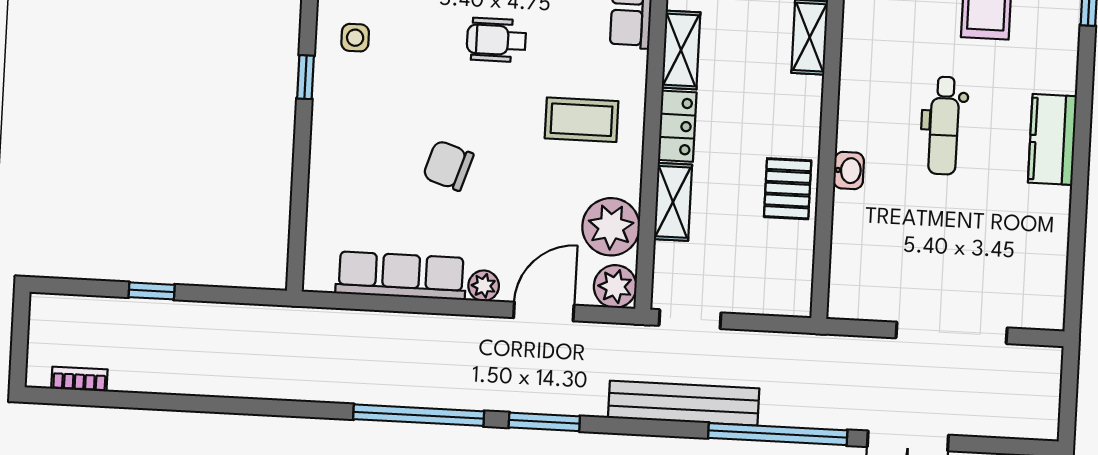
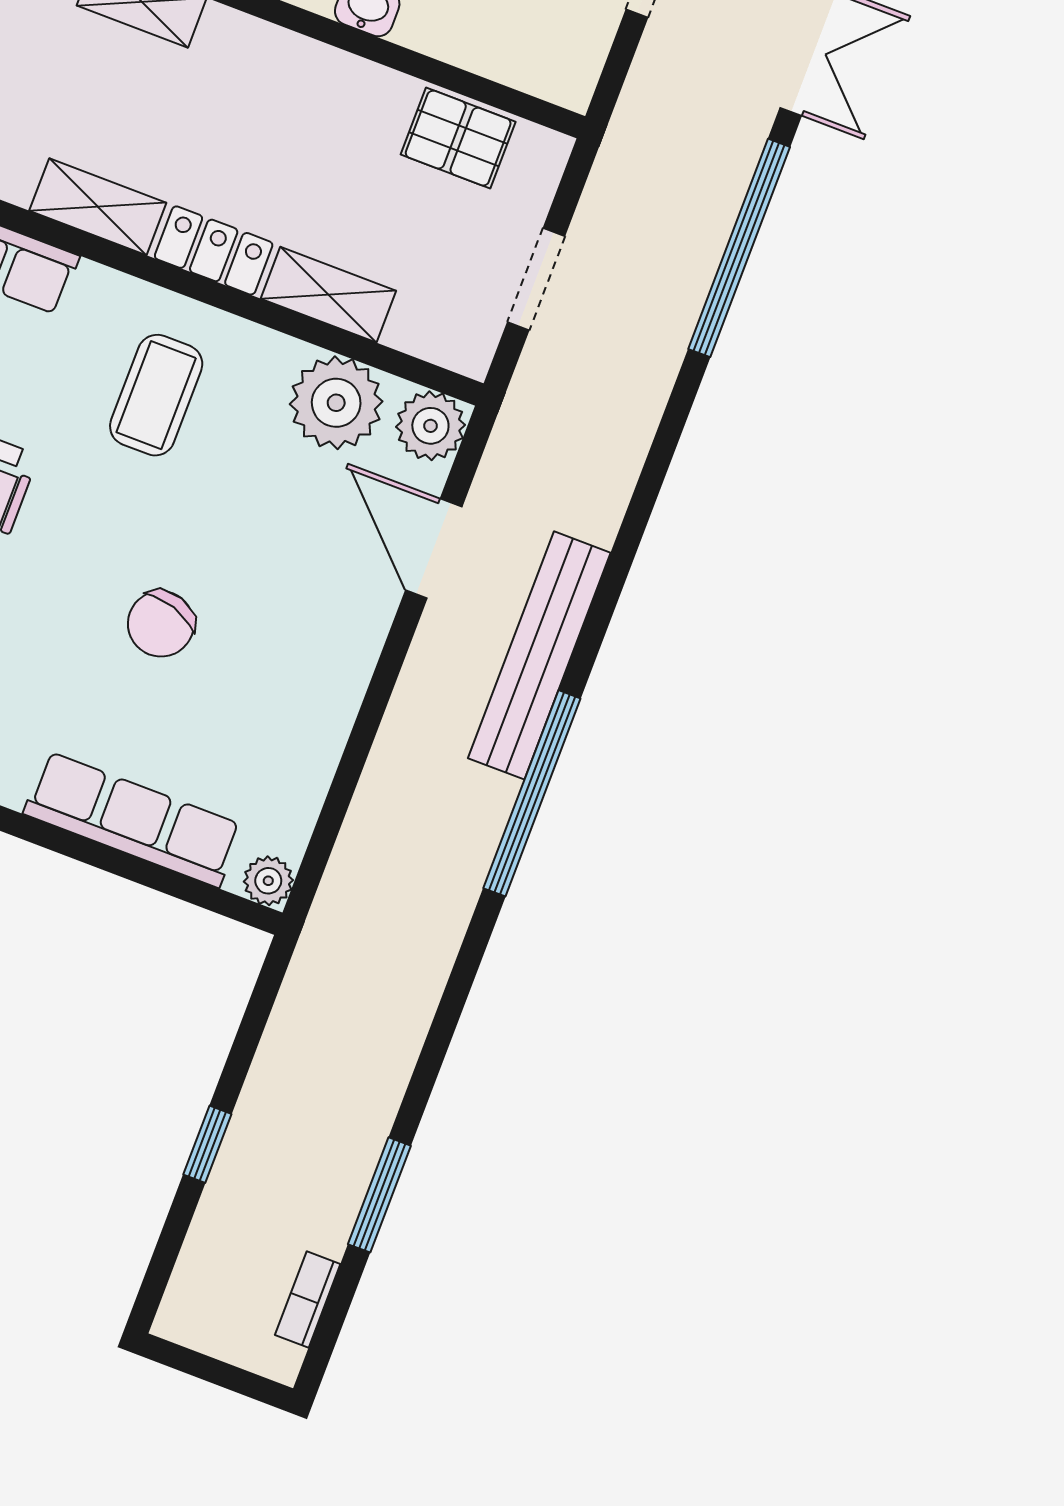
pallet: (788, 189) -> (458, 138), moved
row of seats: (401, 276) -> (133, 819), moved, turned 90
plant: (484, 286) -> (268, 881), moved
doorway: (690, 319) -> (536, 279), moved
bench: (684, 403) -> (539, 655), moved
window: (544, 422) -> (379, 1195), moved

